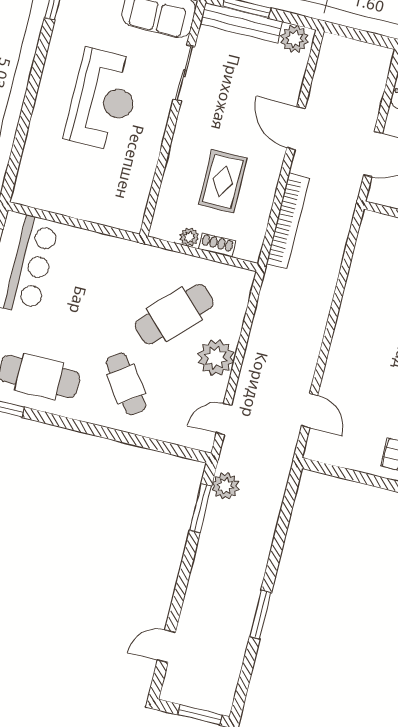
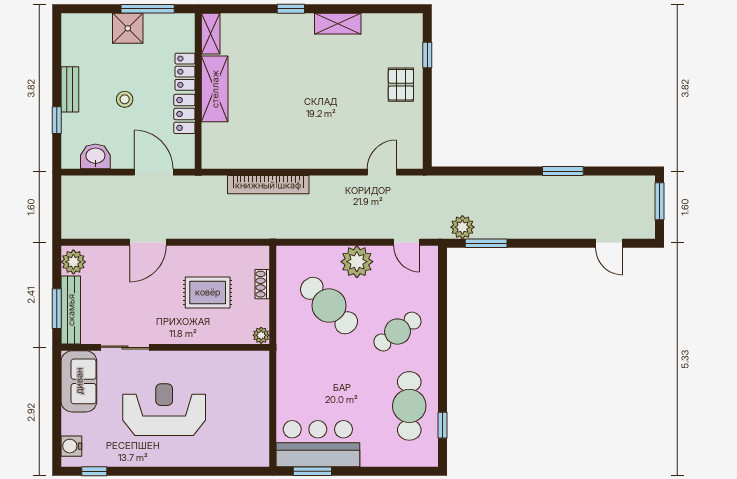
bookcase: (288, 221) -> (268, 185), moved, turned 180
plant: (189, 237) -> (261, 335), moved

